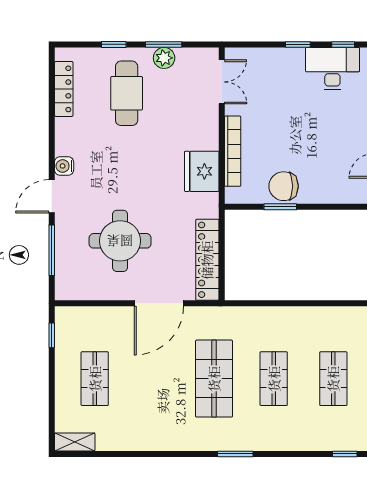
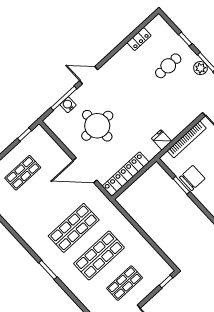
locker: (64, 89) -> (139, 39), width x0.66
cafe table: (127, 93) -> (168, 66), width x0.73, depth x0.74
water cooler: (64, 166) -> (68, 105), moved
fridge: (202, 171) -> (162, 140), width x0.53, depth x0.75
chair: (284, 186) -> (192, 178), turned 90
shop shelf: (274, 379) -> (99, 255), width x1.43, depth x1.36

